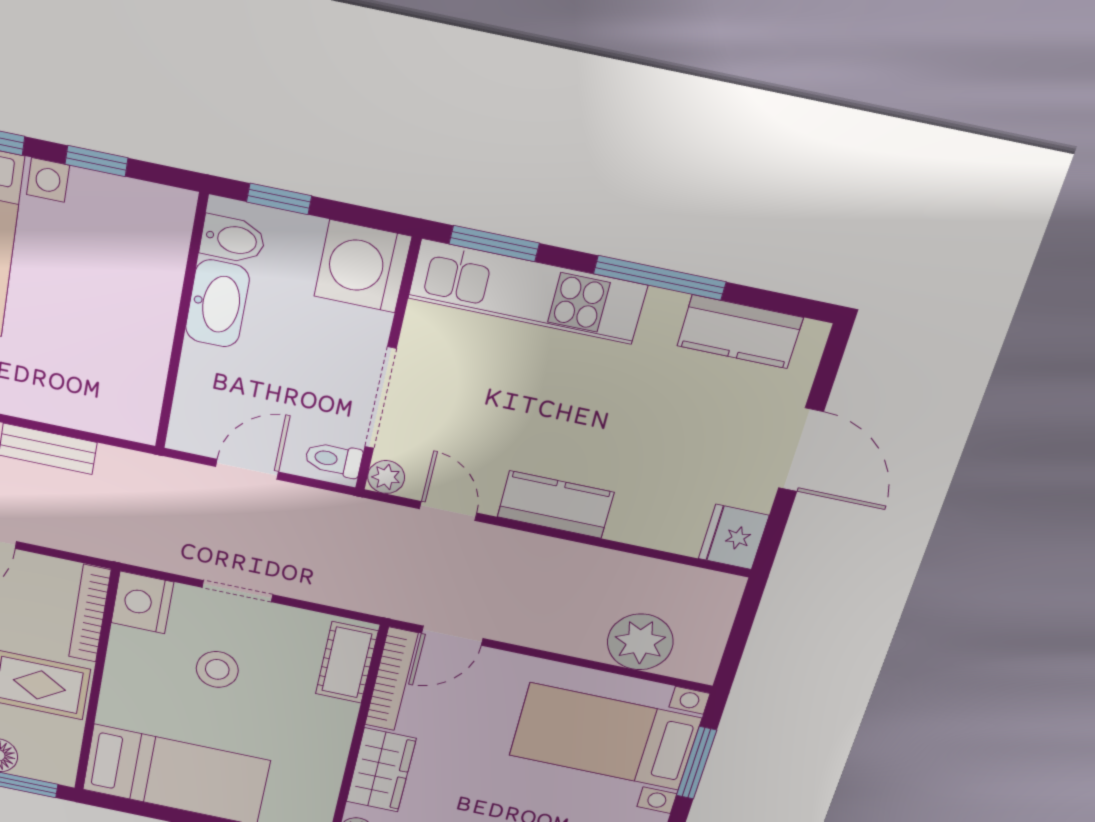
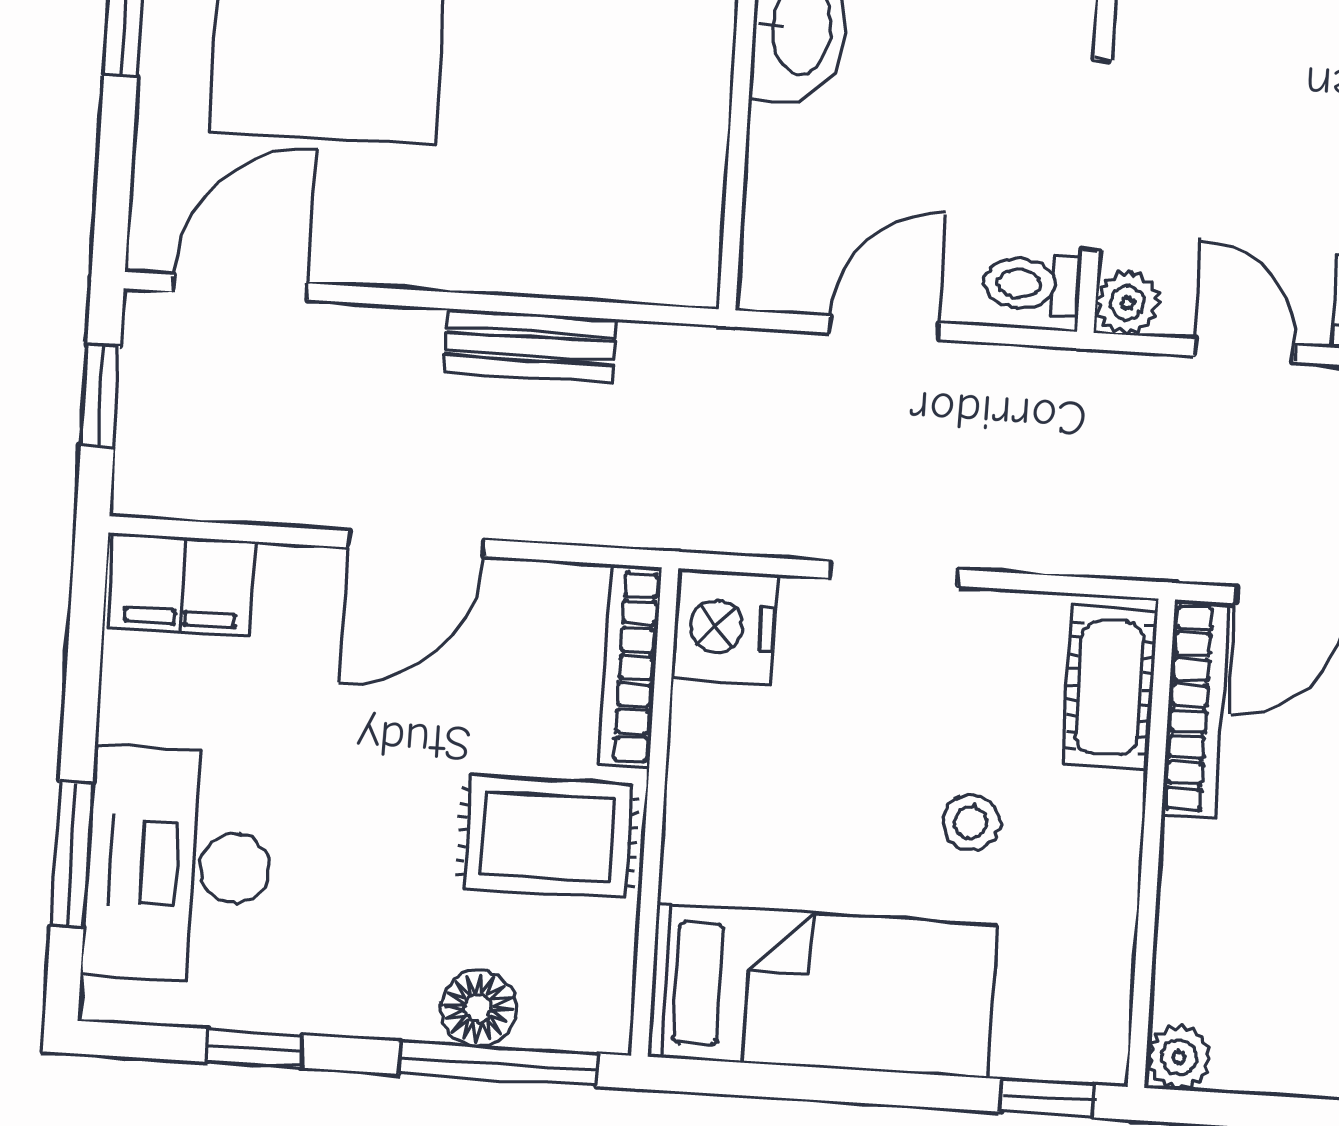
stool: (217, 669) -> (971, 822), moved, width x0.73, depth x0.73
wardrobe: (381, 770) -> (1205, 909), removed

